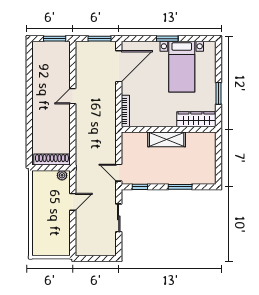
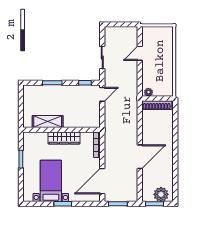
plant: (47, 50) -> (161, 194), added
door: (73, 96) -> (140, 157), width x1.87
wardrobe: (196, 119) -> (64, 138), moved
shelving: (167, 139) -> (48, 122), moved
door: (119, 173) -> (102, 94), hinge flipped
door: (73, 202) -> (140, 53), moved

